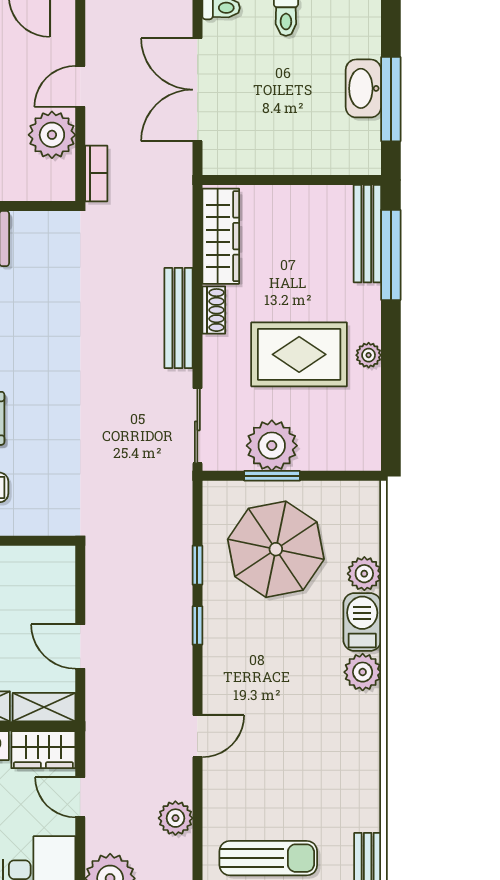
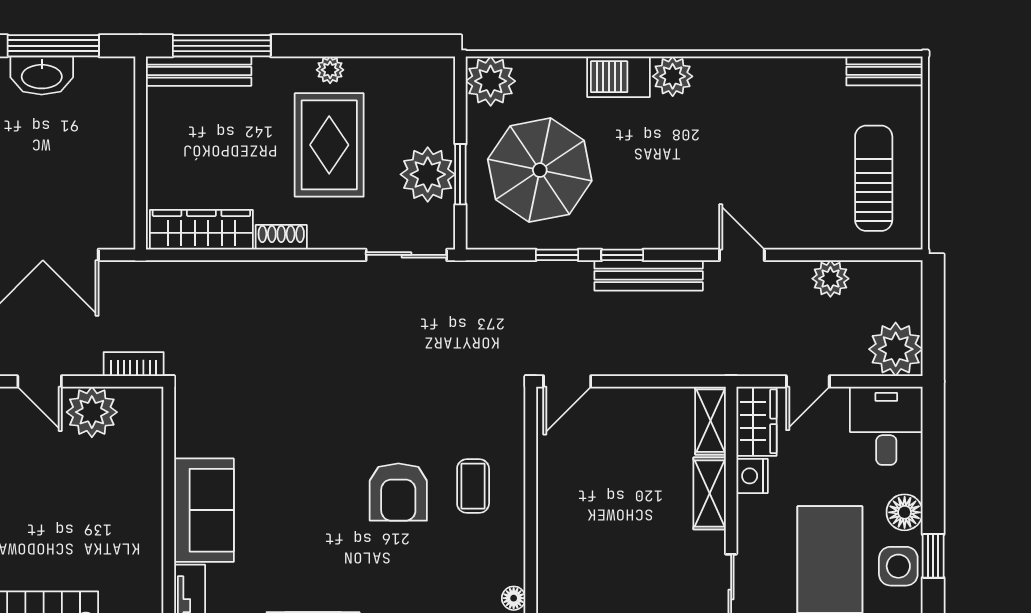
bench: (178, 318) -> (649, 275), moved
plant: (364, 574) -> (491, 81), moved, width x1.36, depth x1.36
door: (80, 647) -> (567, 381), moved

